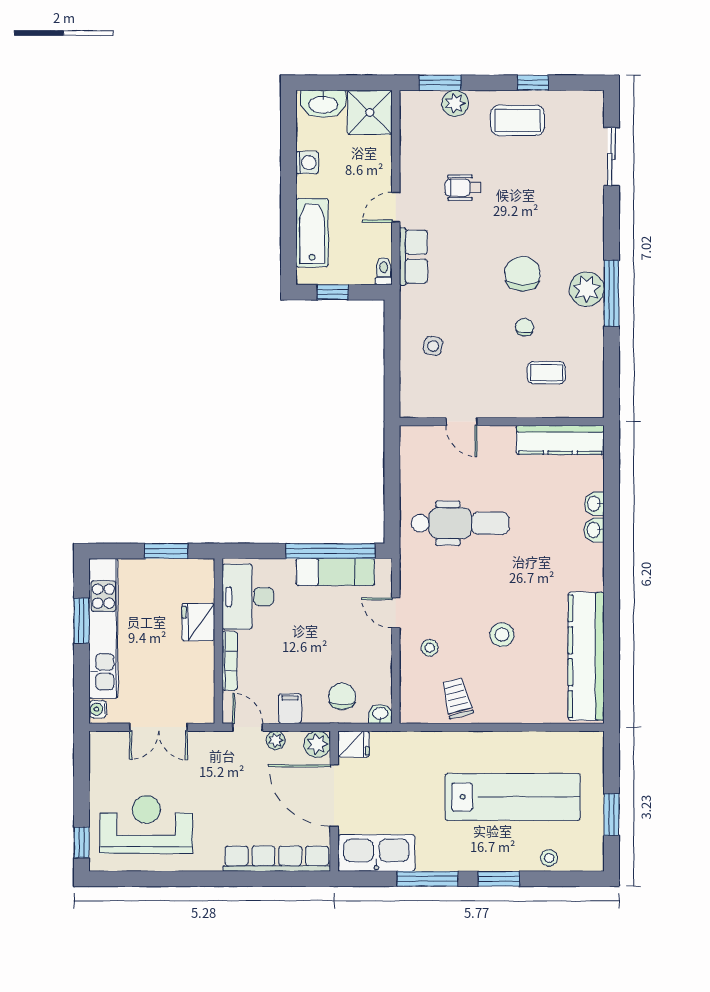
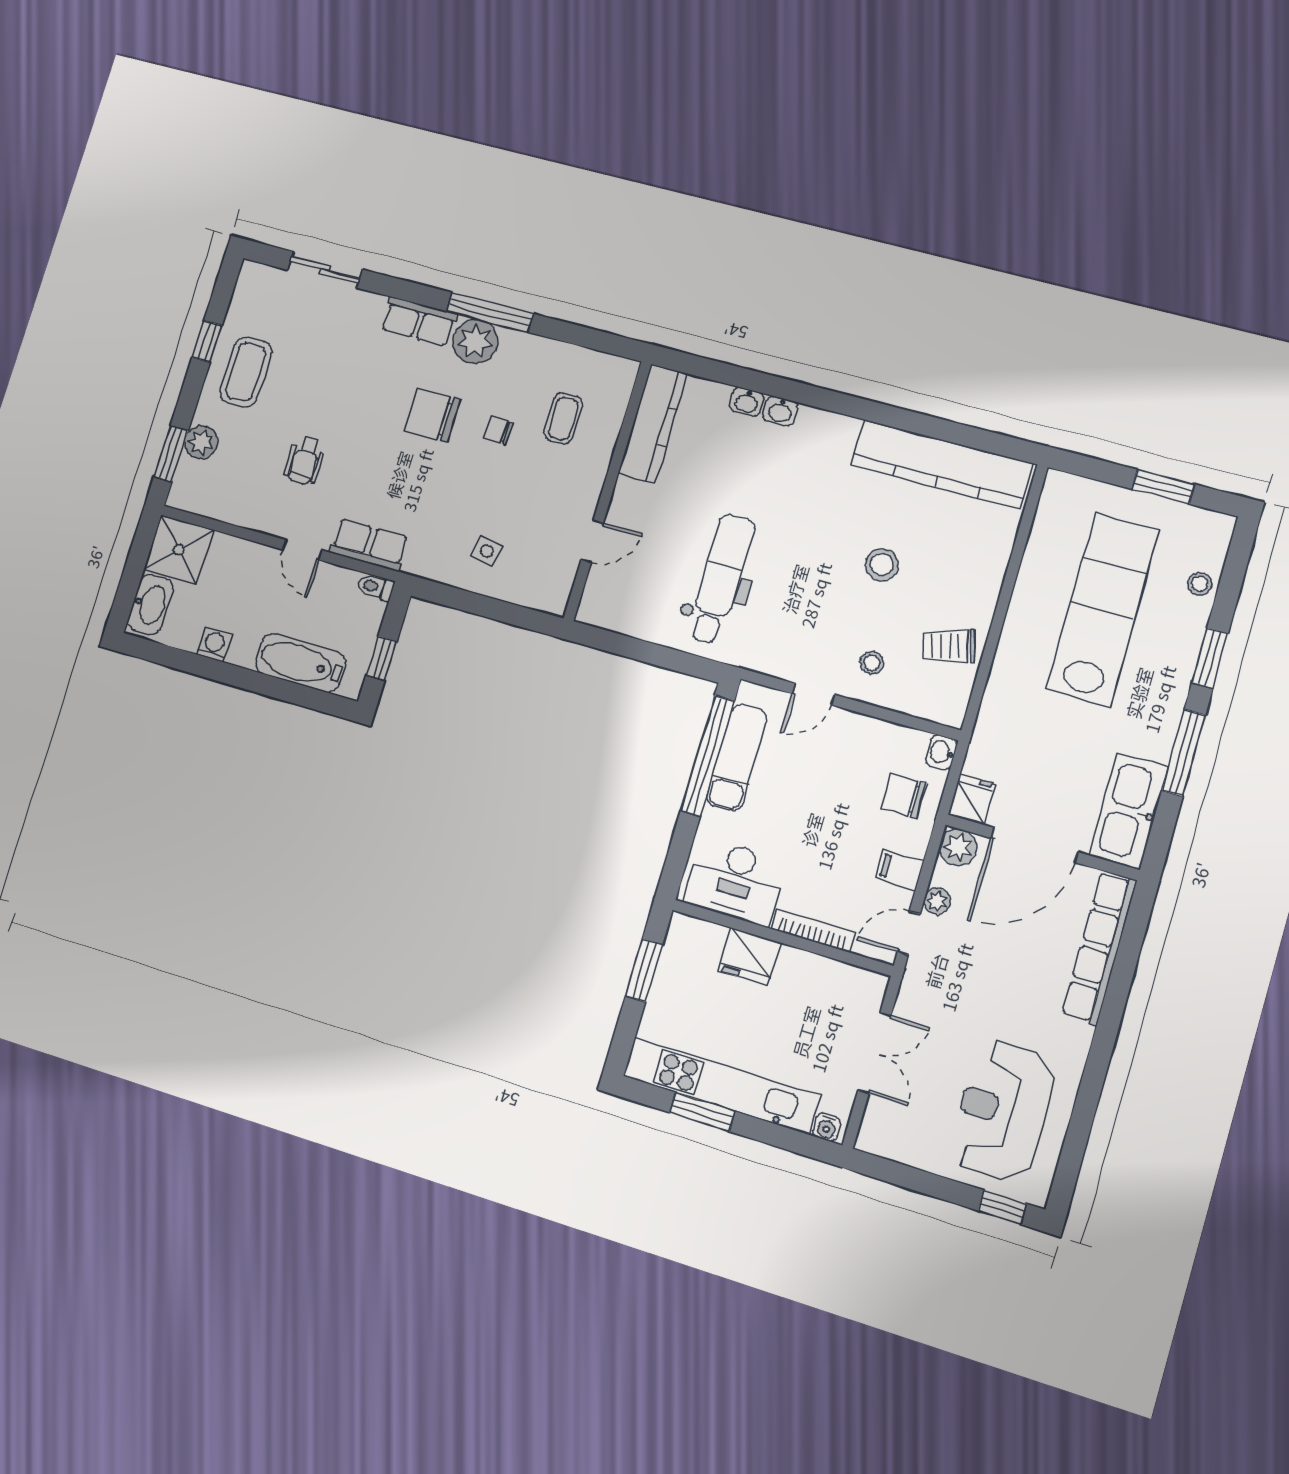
row of seats: (591, 242) -> (419, 322), added

